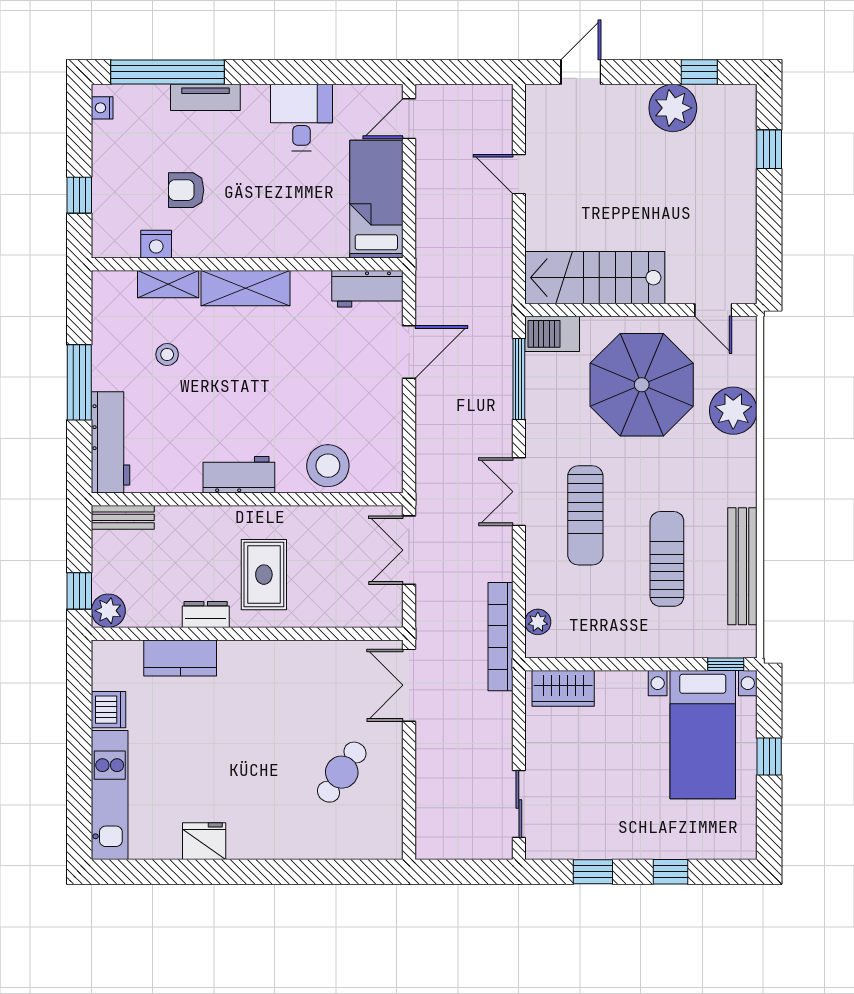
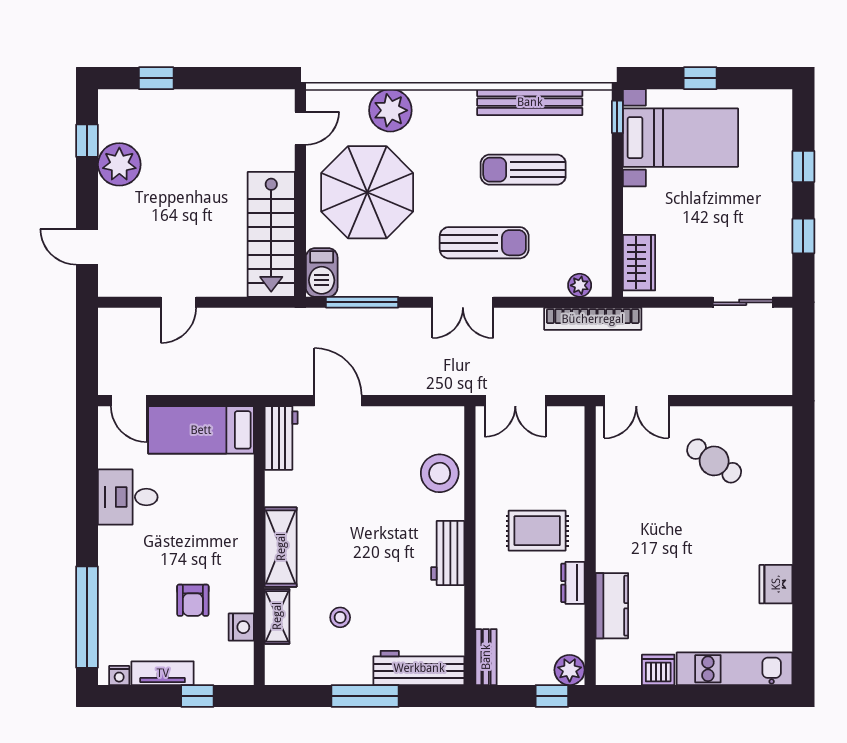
tv unit: (205, 97) -> (163, 673), moved, turned -90

